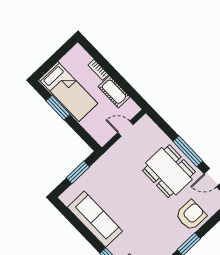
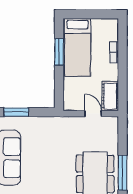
cot: (114, 92) -> (110, 96), moved
window: (78, 172) -> (16, 112), moved

